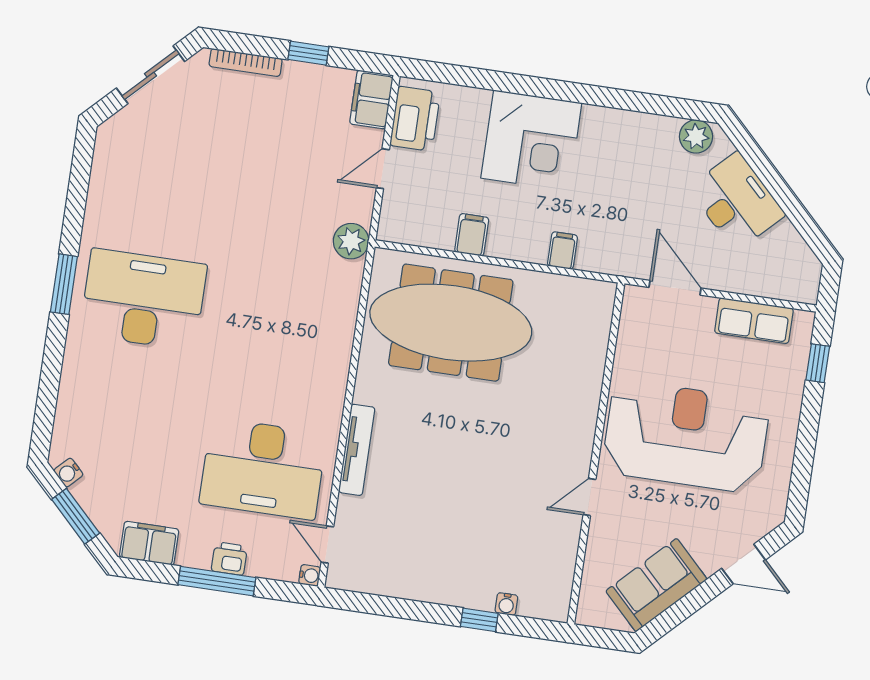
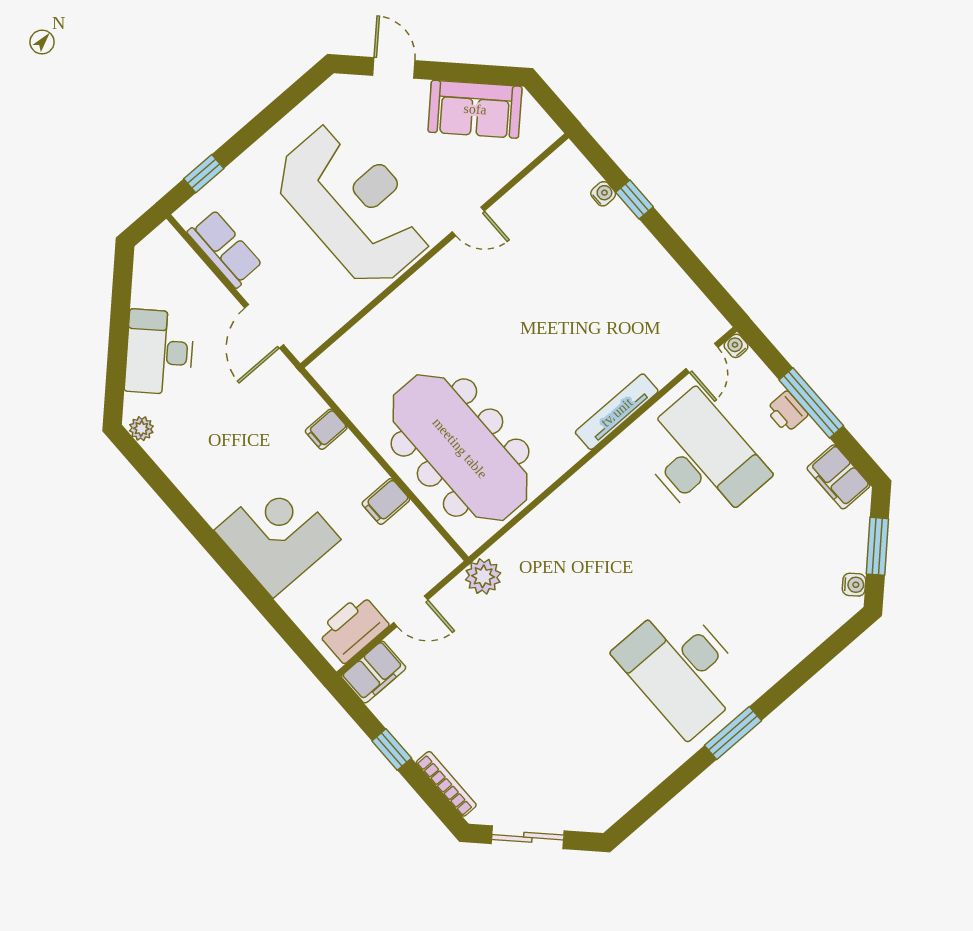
plant: (696, 136) -> (141, 429), width x0.73, depth x0.73
reception desk: (686, 436) -> (354, 204), turned 180

